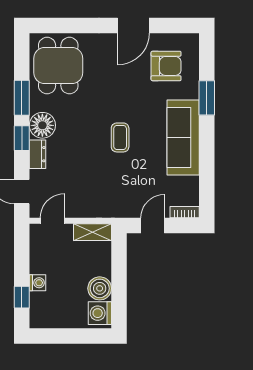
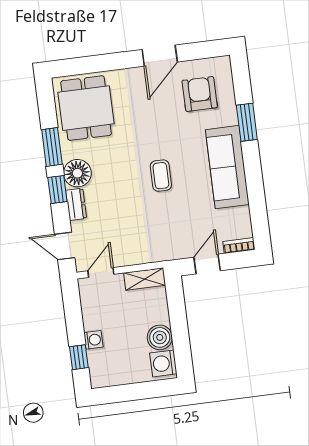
armchair: (166, 66) -> (200, 94), turned -90

